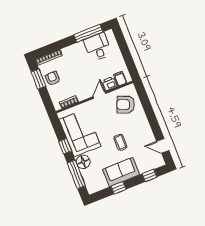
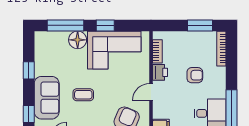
armchair: (53, 78) -> (195, 75), moved
printer: (110, 84) -> (160, 72), moved
door: (99, 95) -> (151, 92), swing flipped
sofa: (121, 172) -> (47, 98), moved

